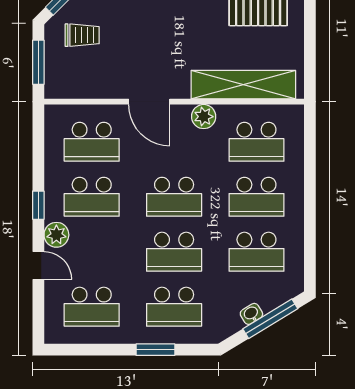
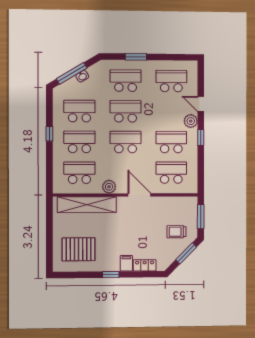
window: (310, 211) -> (49, 134), added

